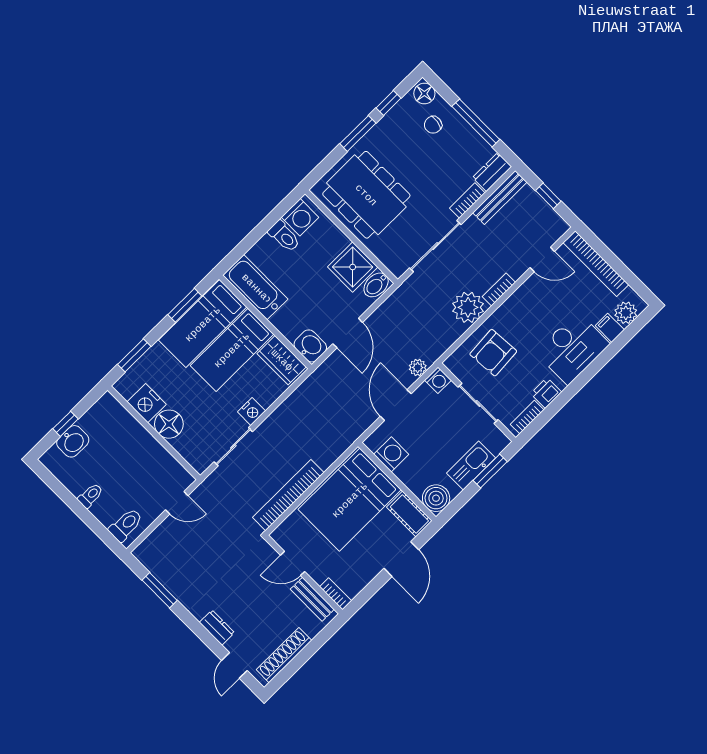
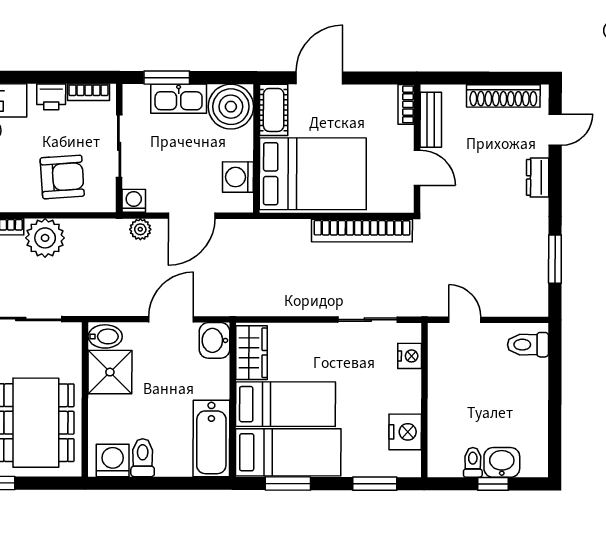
nightstand: (252, 411) -> (410, 356), moved, turned 90
floor lamp: (169, 424) -> (404, 395), removed
toilet: (90, 496) -> (473, 462), moved, turned 90
boiler: (436, 498) -> (231, 107), width x1.37, depth x1.37

